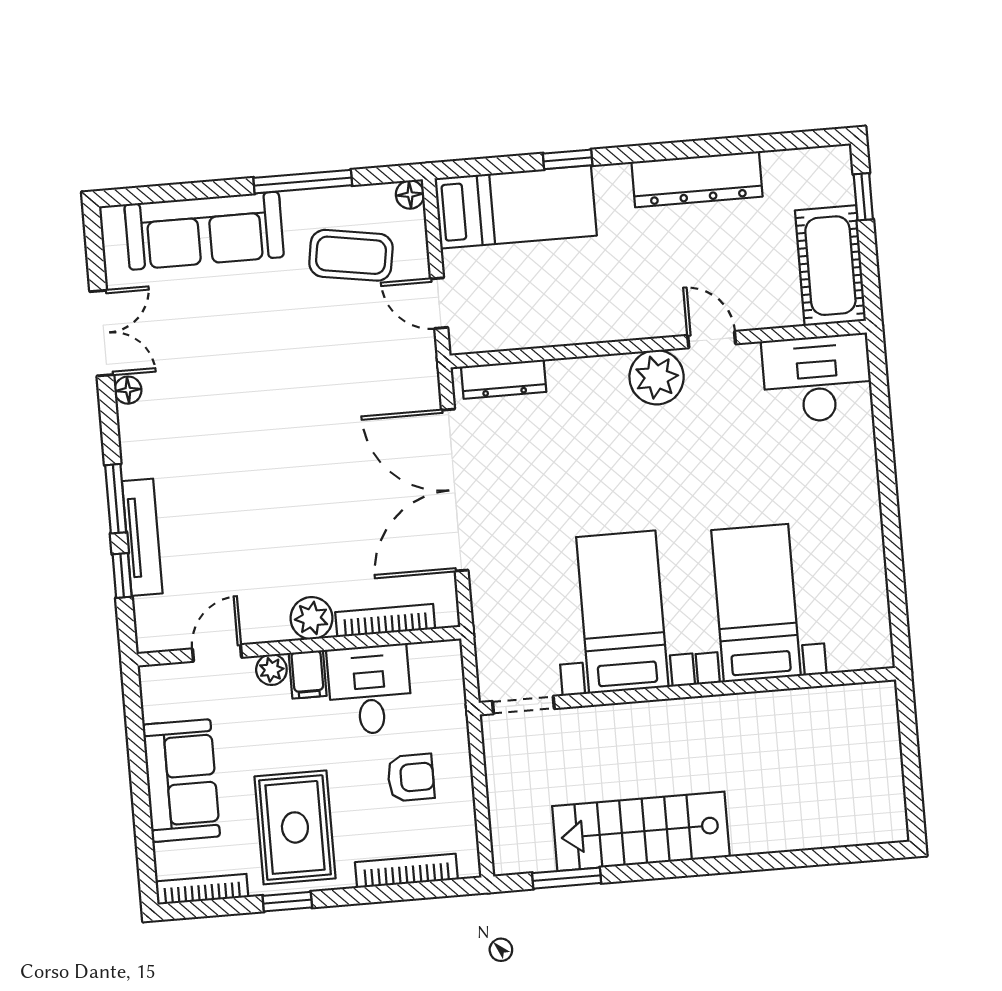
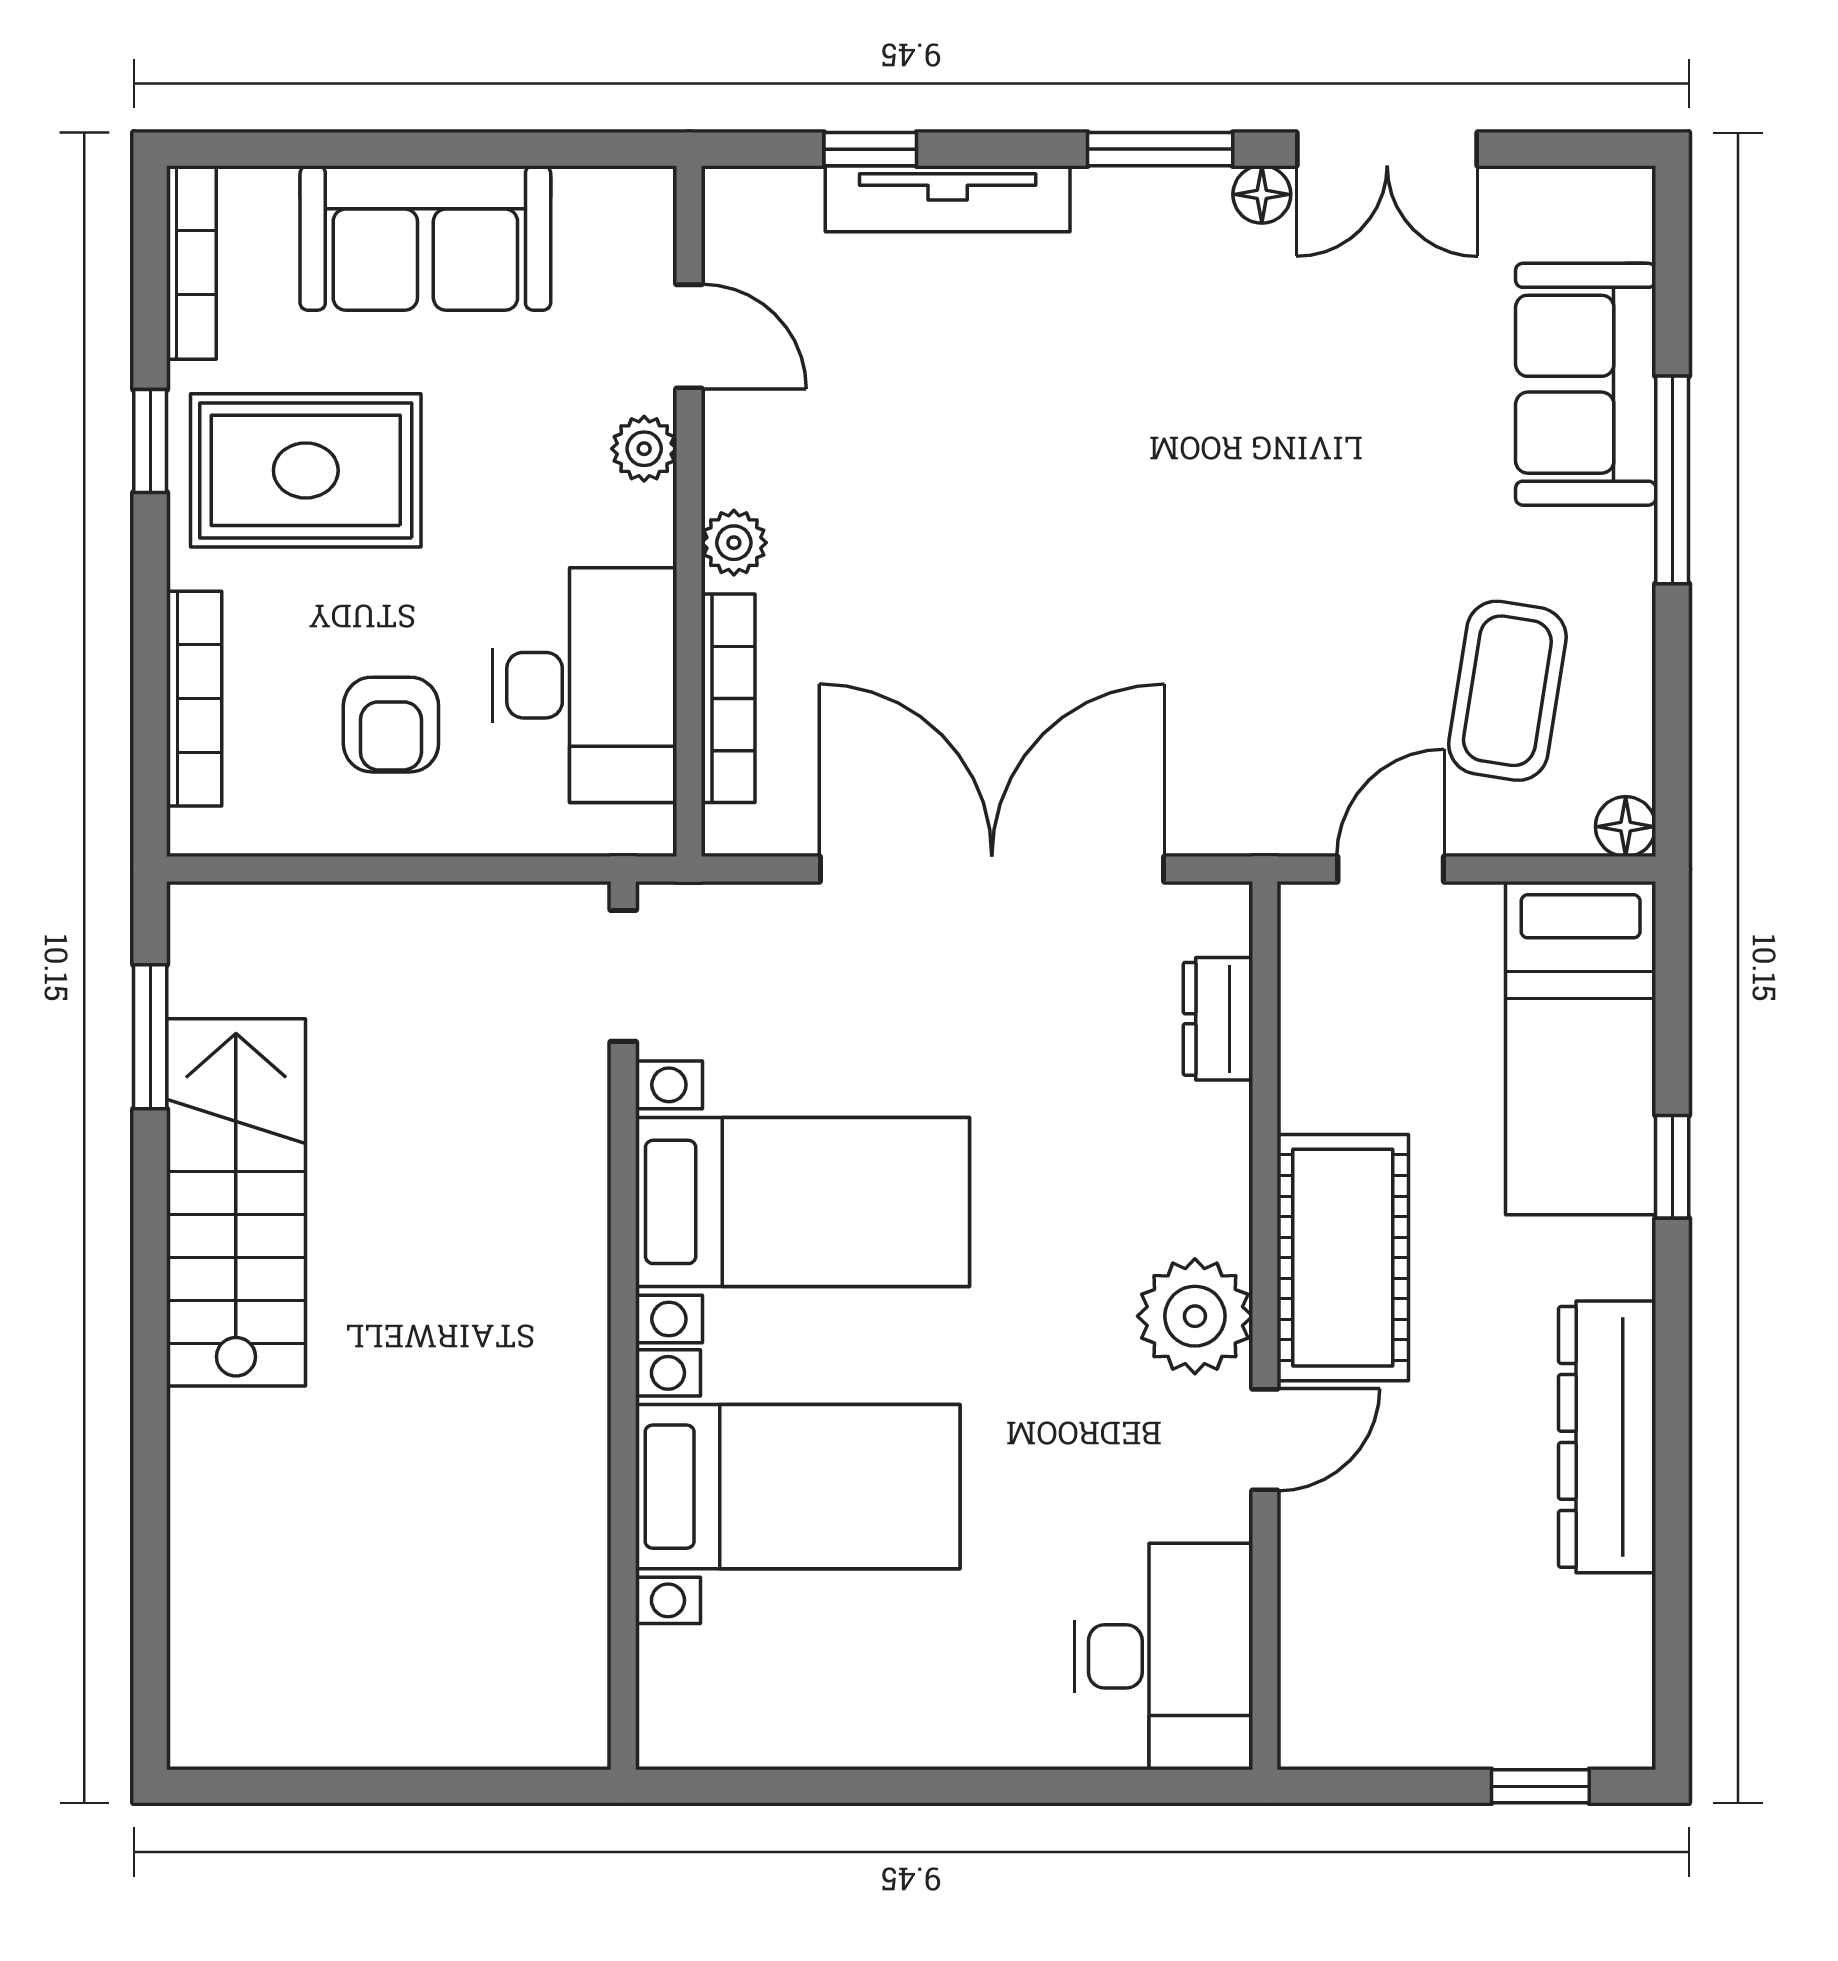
window: (303, 182) -> (1672, 480), moved
sofa: (204, 231) -> (1586, 384), width x0.73
cot: (830, 266) -> (1343, 1258), moved, turned 90
dresser: (504, 379) -> (1218, 1019), width x0.70
window: (116, 499) -> (1160, 149), moved
bed with nightstands: (756, 603) -> (798, 1487), moved
bed with nightstands: (622, 612) -> (802, 1202), moved
plant: (312, 618) -> (734, 543), width x0.73, depth x0.73
filing cabinet: (308, 674) -> (628, 524), removed
desk: (370, 690) -> (584, 685), width x1.37
wall: (687, 691) -> (623, 1326), moved
doorway: (523, 705) -> (623, 976), moved

